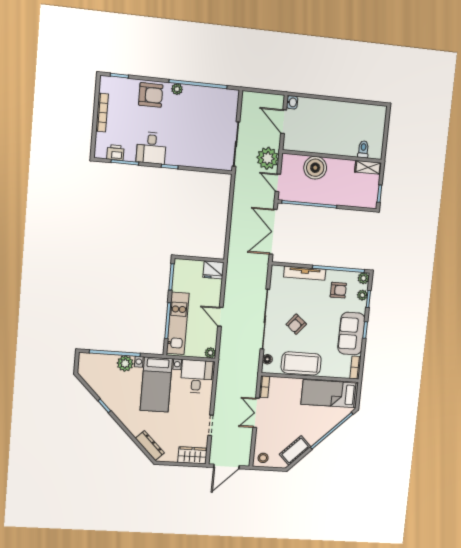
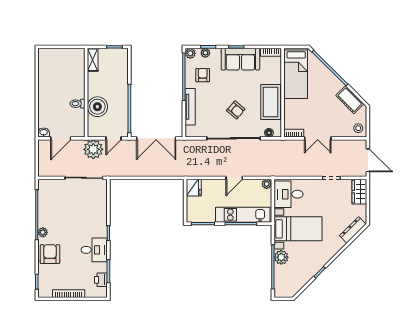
toilet: (363, 149) -> (77, 104), moved

